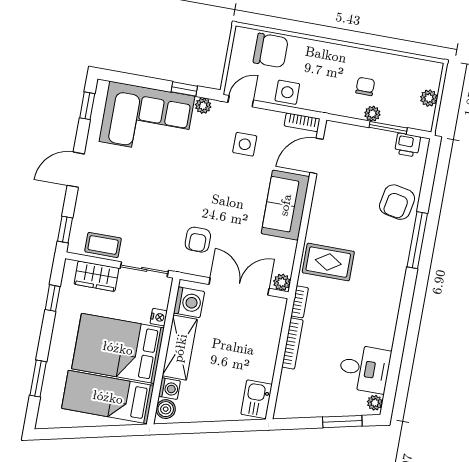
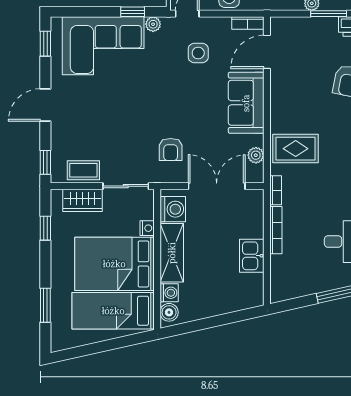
plant: (282, 282) -> (256, 155), moved
kitchen sink: (257, 399) -> (252, 256), moved

